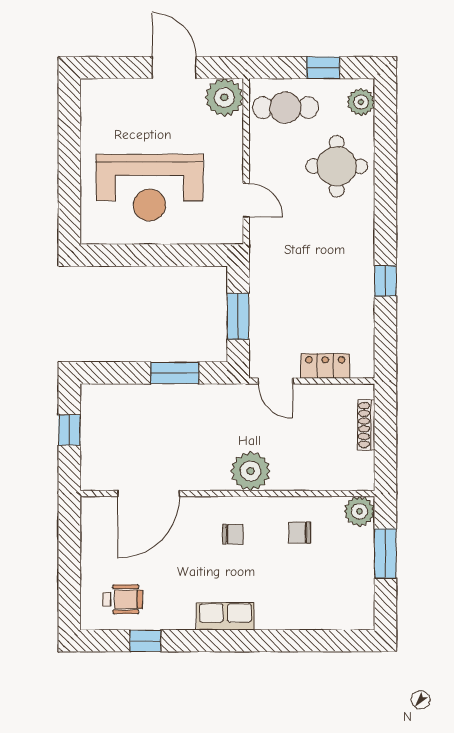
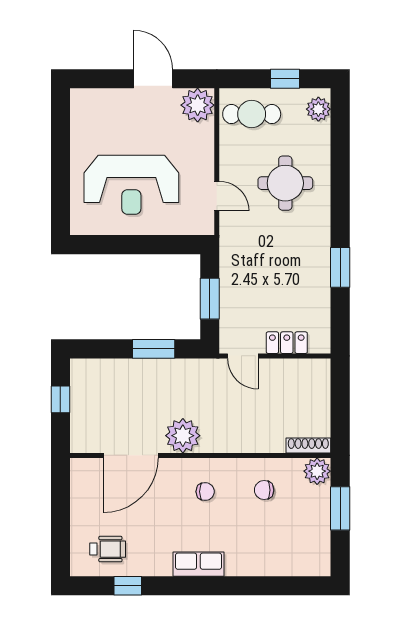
round table: (337, 166) -> (285, 183), moved
window: (385, 281) -> (340, 267), width x1.50
shoe rack: (366, 425) -> (308, 445), moved, turned 90
plant: (251, 471) -> (183, 436), moved

